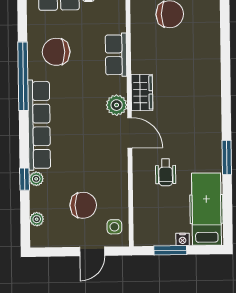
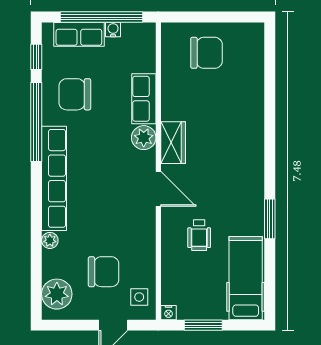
plant: (117, 105) -> (144, 138), moved
window: (25, 179) -> (36, 57), moved
plant: (37, 219) -> (57, 294), width x1.88, depth x1.88
nightstand: (183, 239) -> (169, 313), moved

